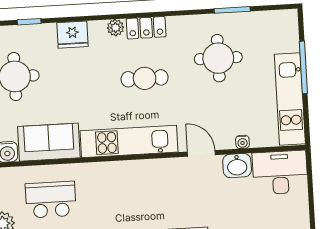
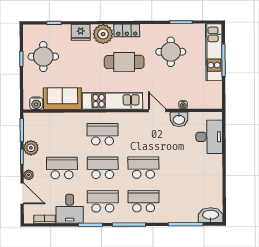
plant: (115, 28) -> (103, 34), width x1.87, depth x1.87
cafe table: (145, 78) -> (124, 62), width x1.37, depth x1.35
kitchen unit: (290, 99) -> (214, 52), moved
desk: (280, 172) -> (209, 137), moved, turned 90
school desk: (51, 200) -> (102, 134), moved

